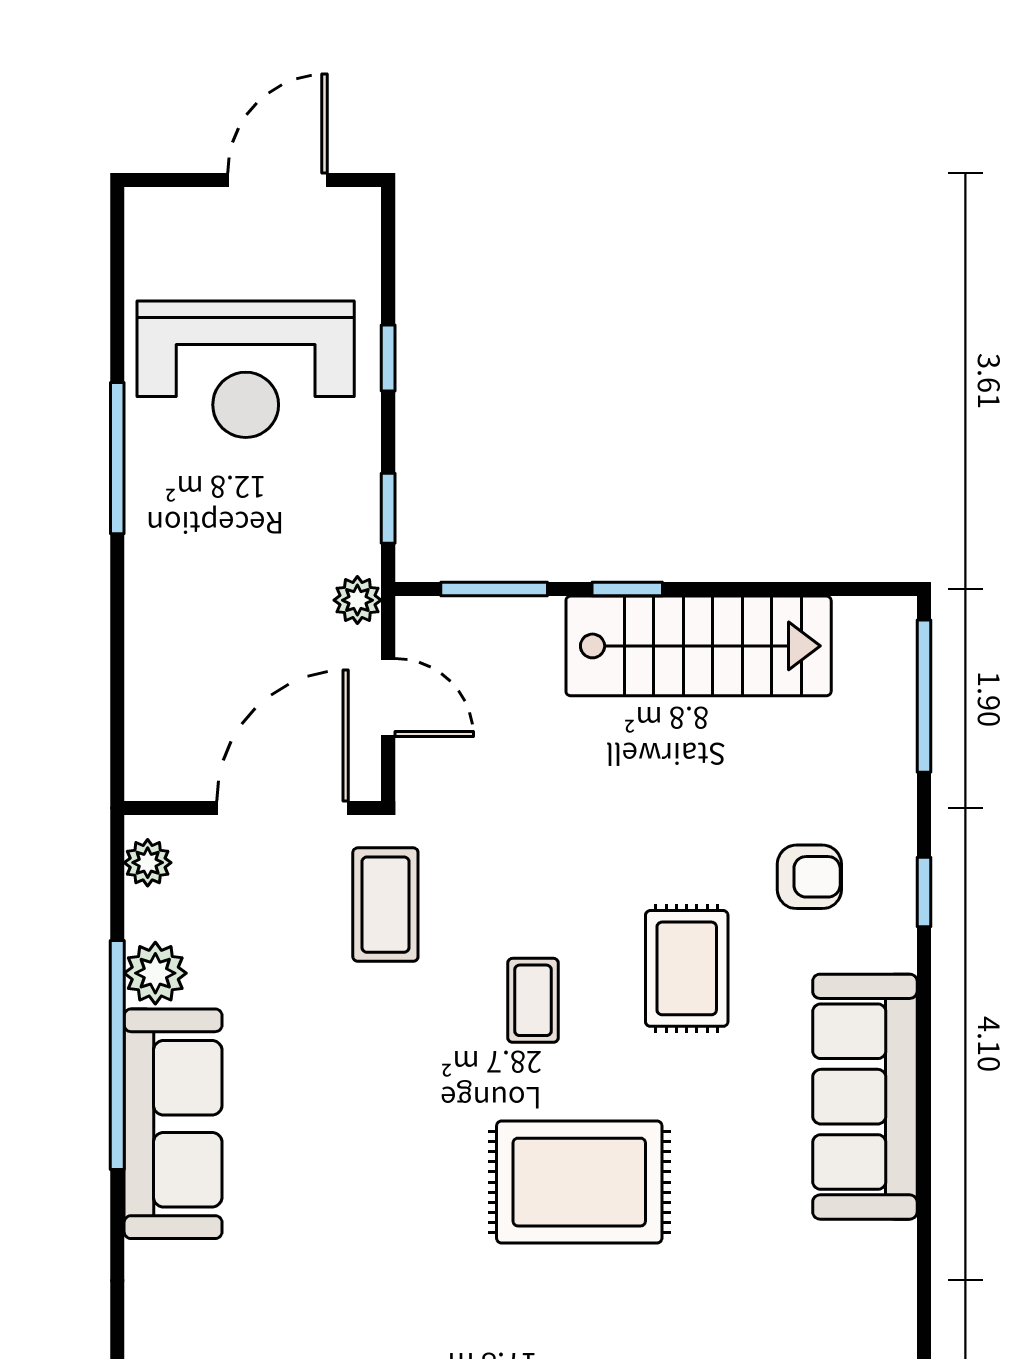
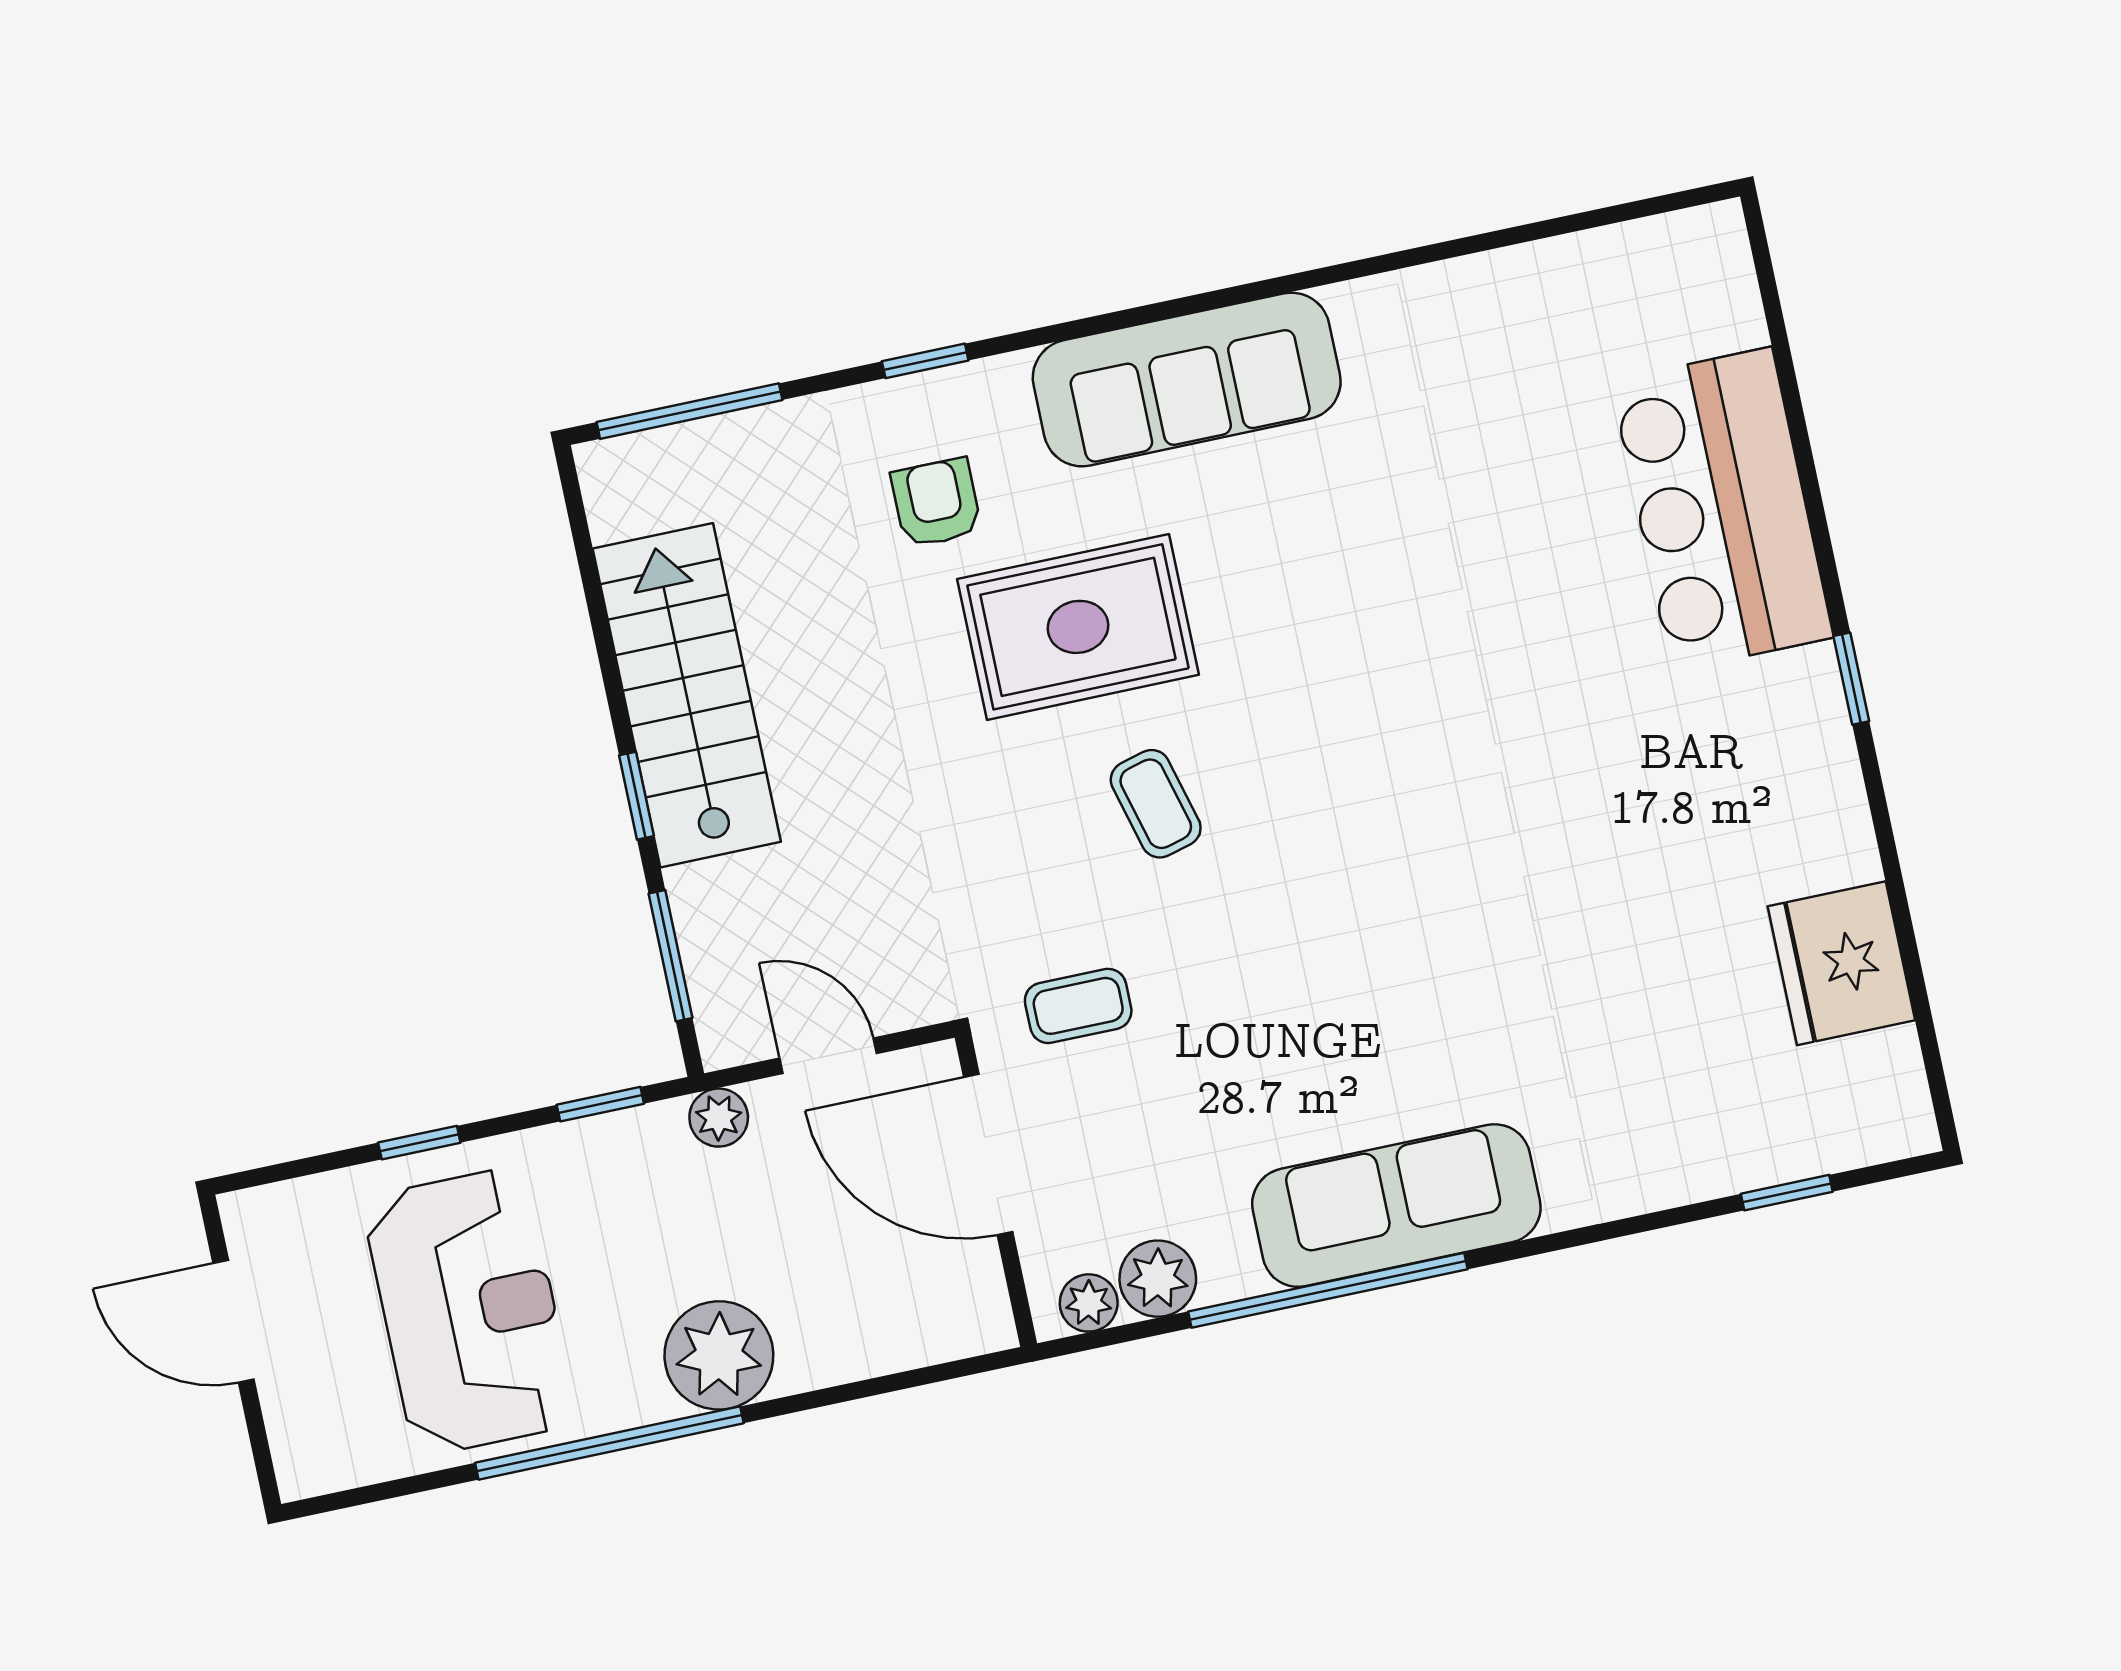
window: (117, 458) -> (609, 1443), width x1.46
plant: (168, 560) -> (719, 1355), added
door: (388, 697) -> (828, 1056), hinge flipped
coffee table: (385, 905) -> (1078, 1006), width x0.73, depth x0.77
rug: (687, 968) -> (1078, 627), width x1.36, depth x1.43
plant: (155, 973) -> (1158, 1279), moved
coffee table: (533, 1000) -> (1156, 804), turned 75
rug: (579, 1182) -> (1363, 702), removed

